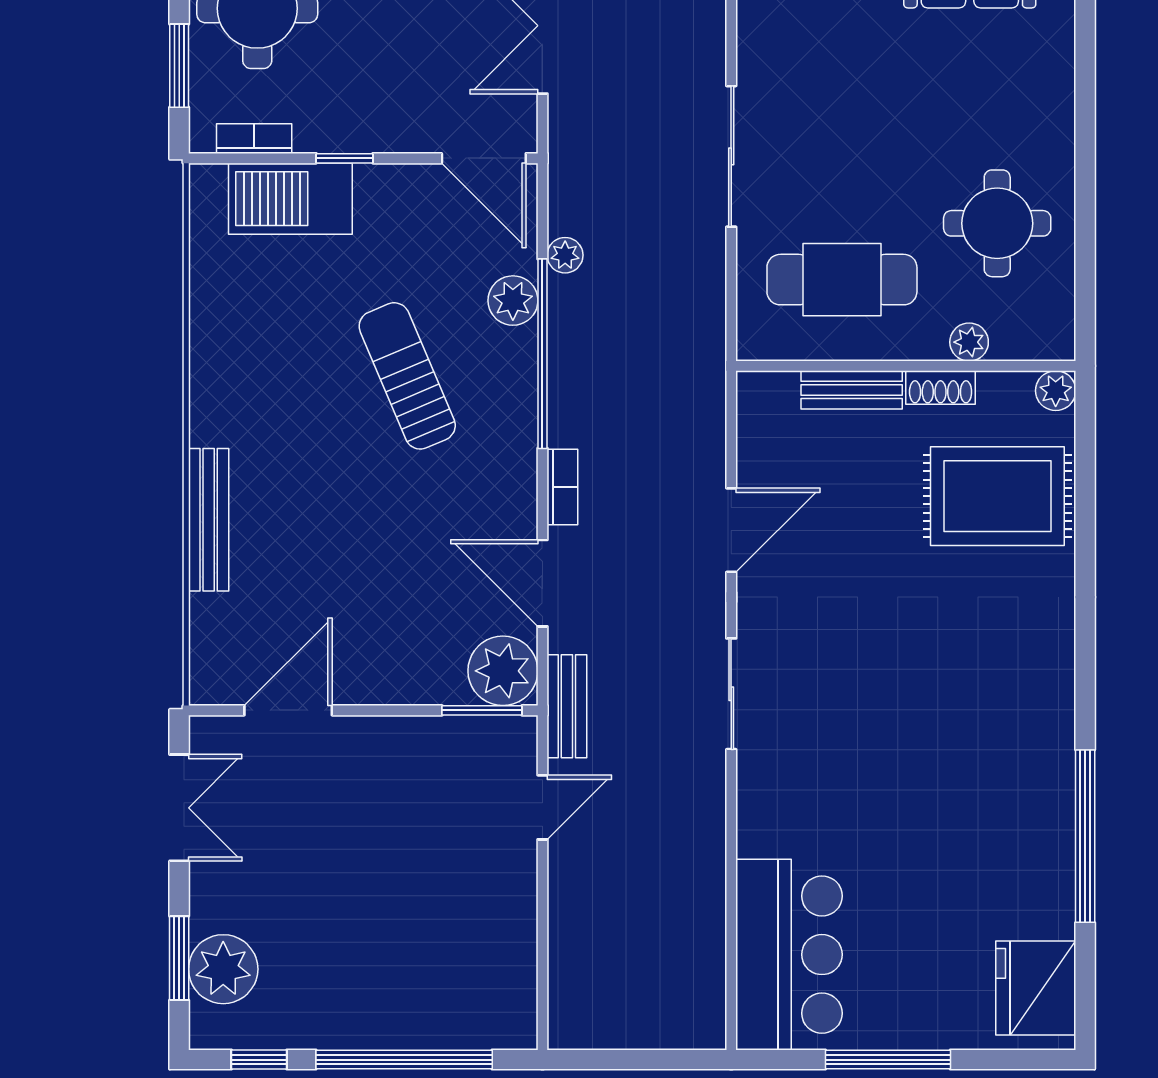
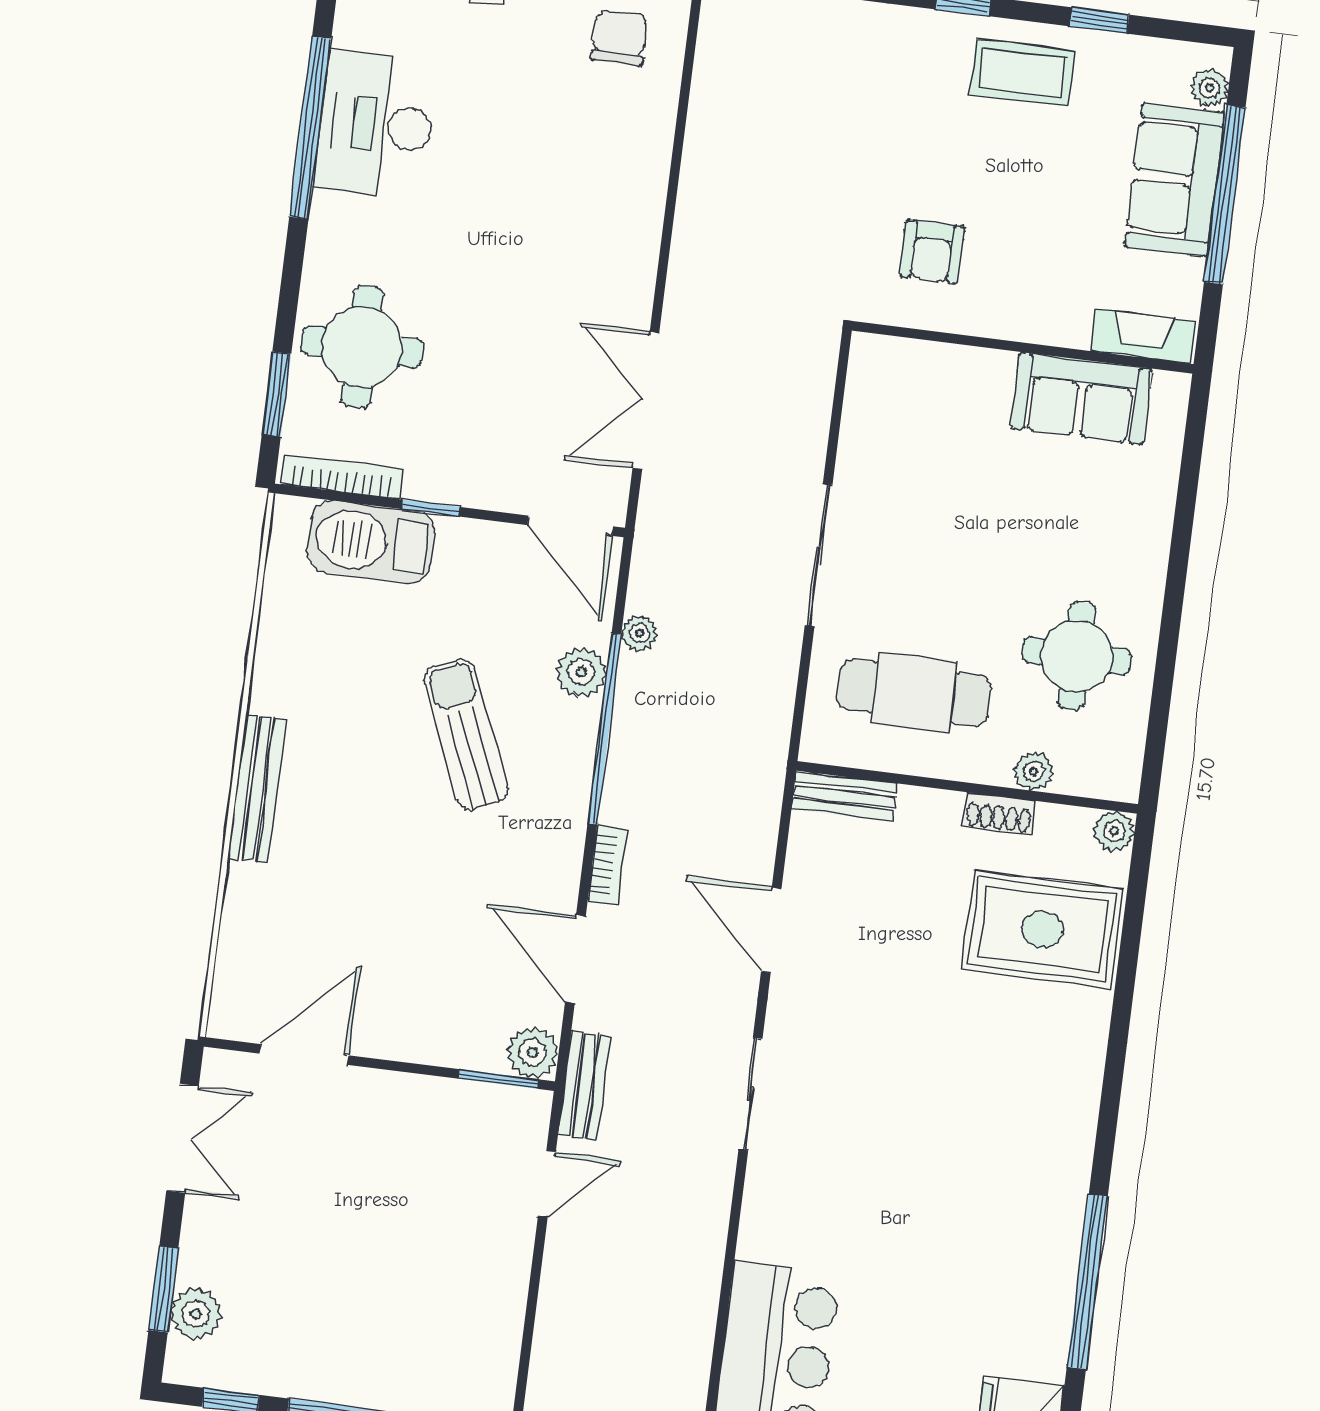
bookcase: (254, 139) -> (342, 477), width x1.56
bench: (852, 390) -> (844, 796), moved
bench: (209, 520) -> (257, 789), moved
door: (731, 530) -> (771, 930), swing flipped
plant: (503, 671) -> (533, 1052), width x0.73, depth x0.73
plant: (223, 969) -> (196, 1314), width x0.73, depth x0.73

